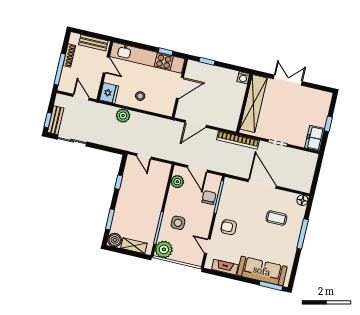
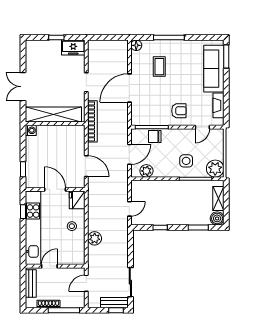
fridge: (109, 93) -> (77, 200), moved, turned -90
armchair: (229, 227) -> (179, 111), turned -89

